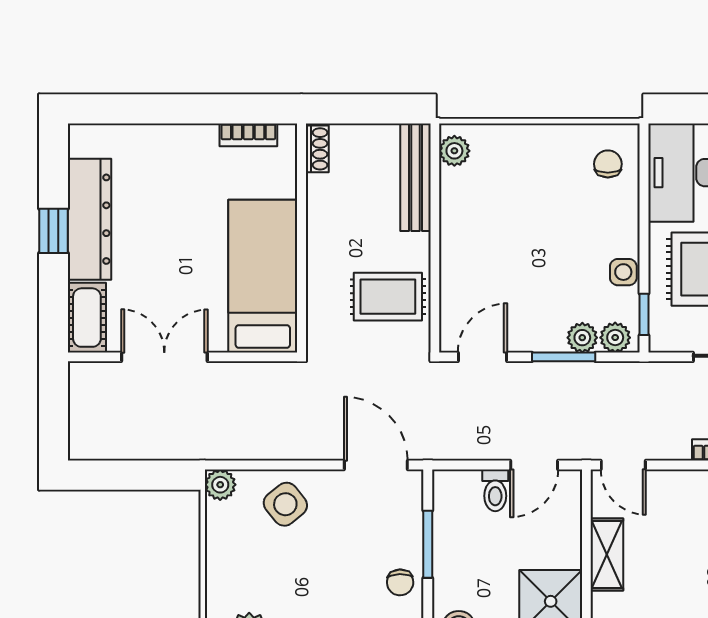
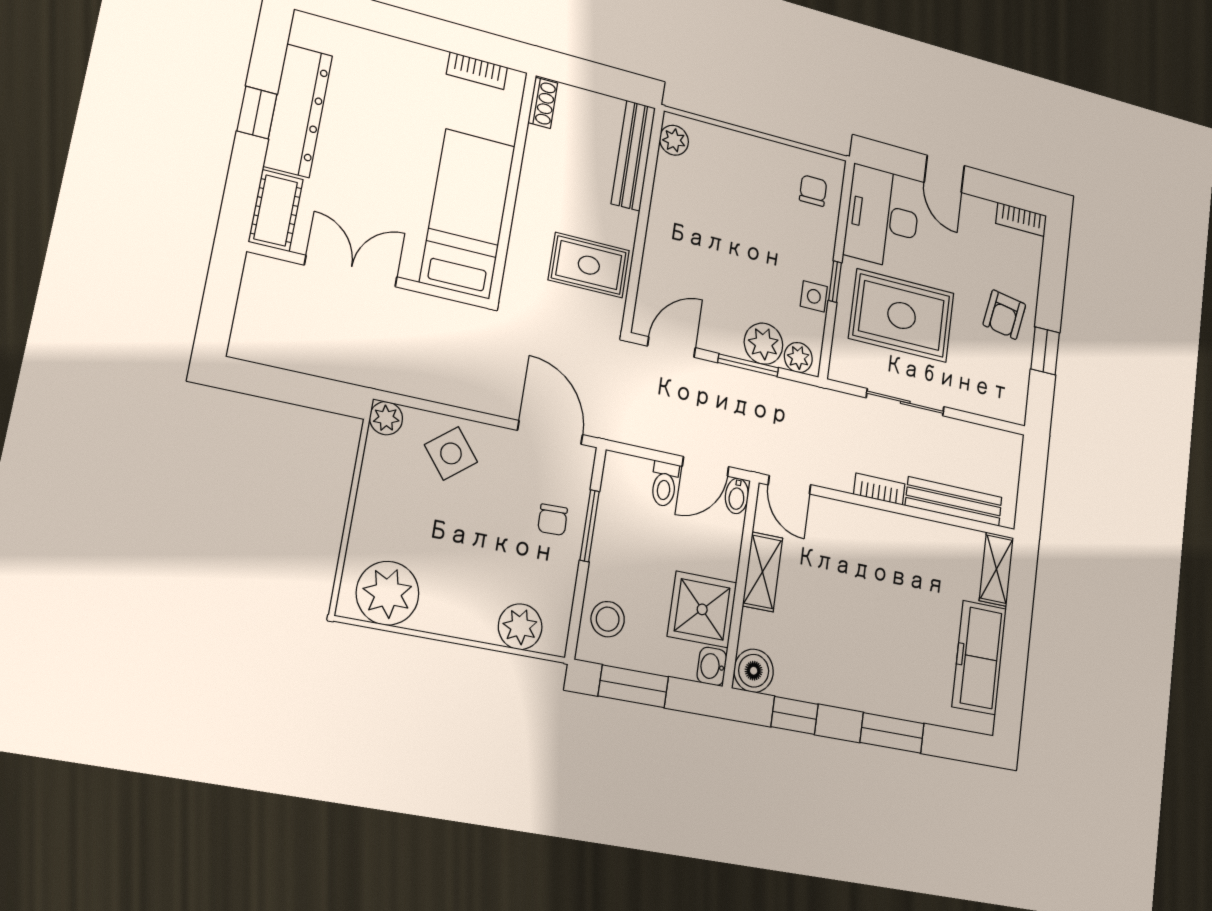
window: (644, 314) -> (835, 282), moved
plant: (582, 338) -> (764, 344), width x1.38, depth x1.38
bidet: (570, 487) -> (737, 496), added
chair: (400, 582) -> (553, 520), moved

